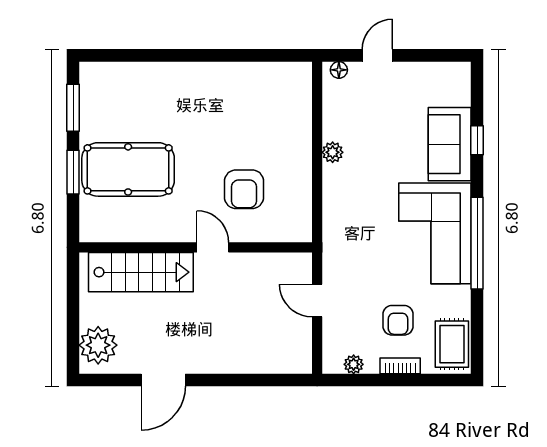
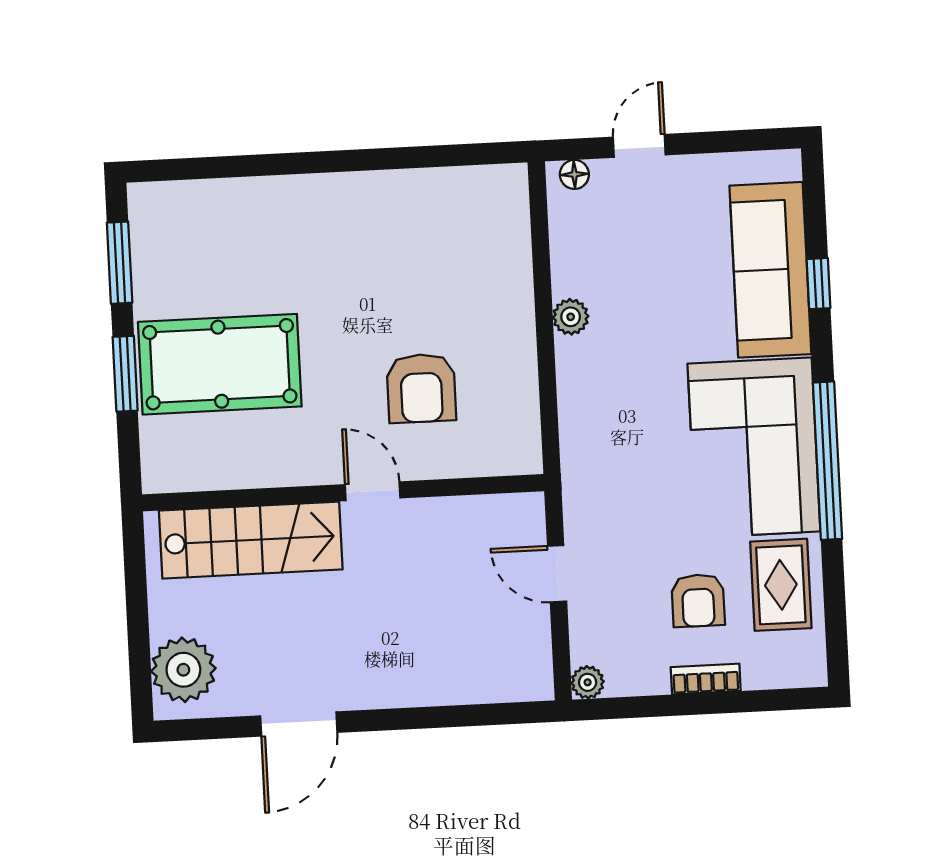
sofa: (450, 144) -> (770, 270), width x1.36
rug: (452, 344) -> (781, 585), moved
plant: (354, 364) -> (588, 682), moved

